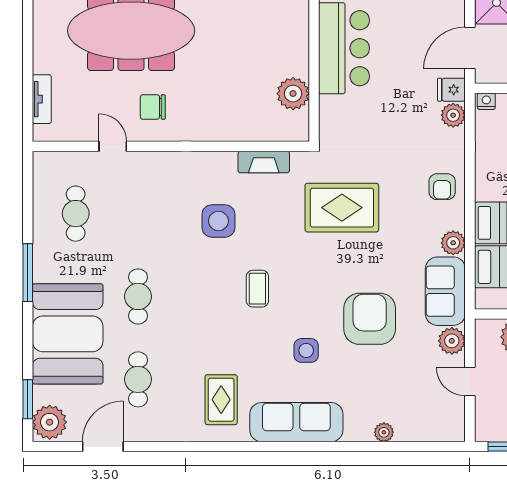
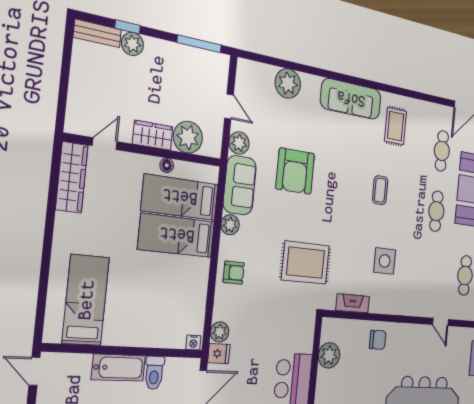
chair: (153, 107) -> (378, 340), moved
armchair: (442, 187) -> (234, 273), turned 90
coffee table: (257, 289) -> (380, 190), moved
side table: (306, 350) -> (340, 153), removed
plant: (384, 432) -> (288, 83), width x1.87, depth x1.87

